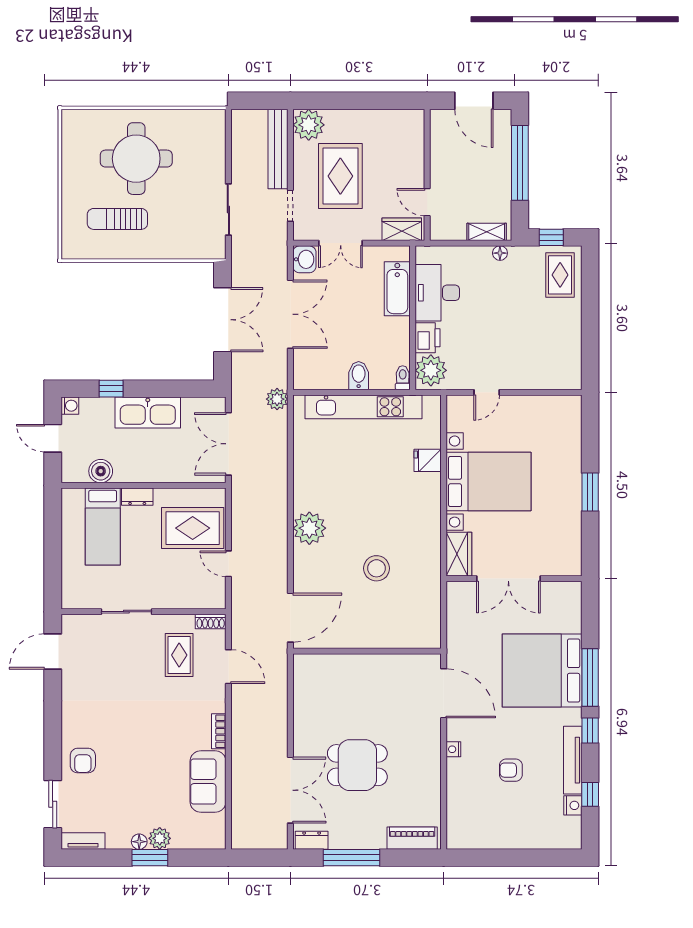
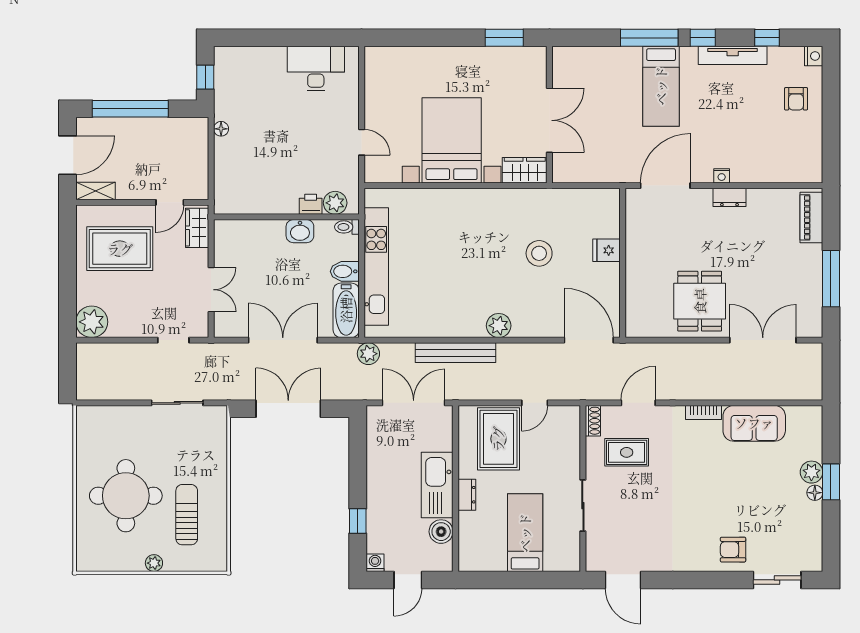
bench: (278, 149) -> (456, 353), moved
rug: (340, 176) -> (120, 249), moved
plant: (69, 186) -> (154, 563), added
sun lounger: (117, 219) -> (187, 515), turned 180
shelving: (487, 232) -> (96, 191), moved, turned 90
washbasin: (304, 259) -> (300, 231), moved, turned 180
rug: (560, 275) -> (243, 68), removed
bathtub: (397, 289) -> (346, 310), moved, turned 90
desk: (437, 293) -> (316, 69), moved, turned 180
printer: (428, 338) -> (311, 204), width x0.73, depth x0.81
plant: (431, 370) -> (335, 203), width x0.73, depth x0.73
kitchen sink: (148, 412) -> (437, 485), moved, turned 180
double door: (228, 444) -> (414, 403), swing flipped
fridge: (428, 460) -> (606, 250), moved, turned 90
window: (590, 492) -> (504, 38), moved
bed: (103, 527) -> (525, 533), moved, turned -90
plant: (309, 528) -> (499, 326), width x0.73, depth x0.73
bed: (542, 670) -> (661, 86), width x0.49
armchair: (83, 761) -> (733, 550), turned 180
dining table: (357, 765) -> (700, 301), moved
armchair: (511, 770) -> (796, 99), moved
nightstand: (573, 805) -> (814, 56), moved, turned 90
dresser: (312, 840) -> (729, 197), moved, turned -90
tv unit: (83, 841) -> (814, 549), removed

